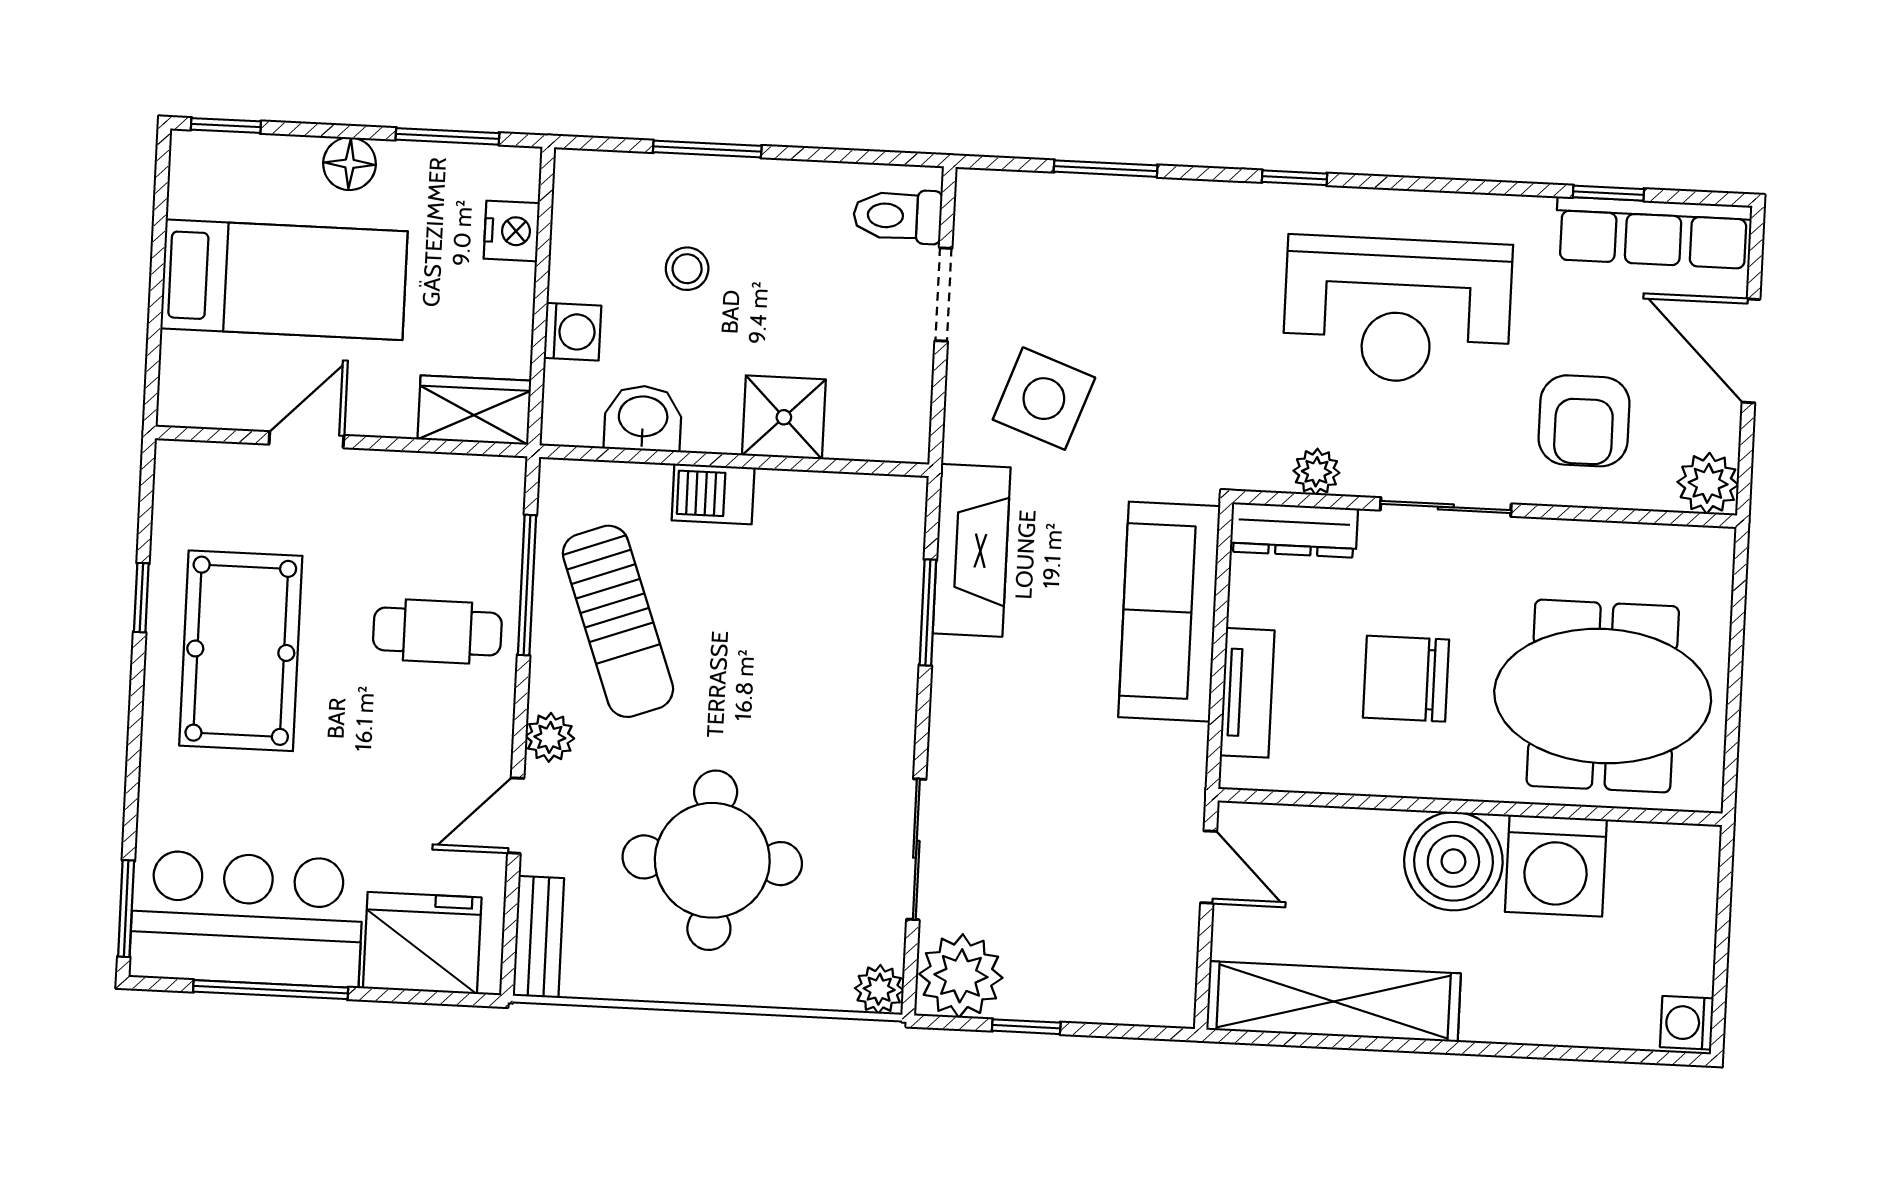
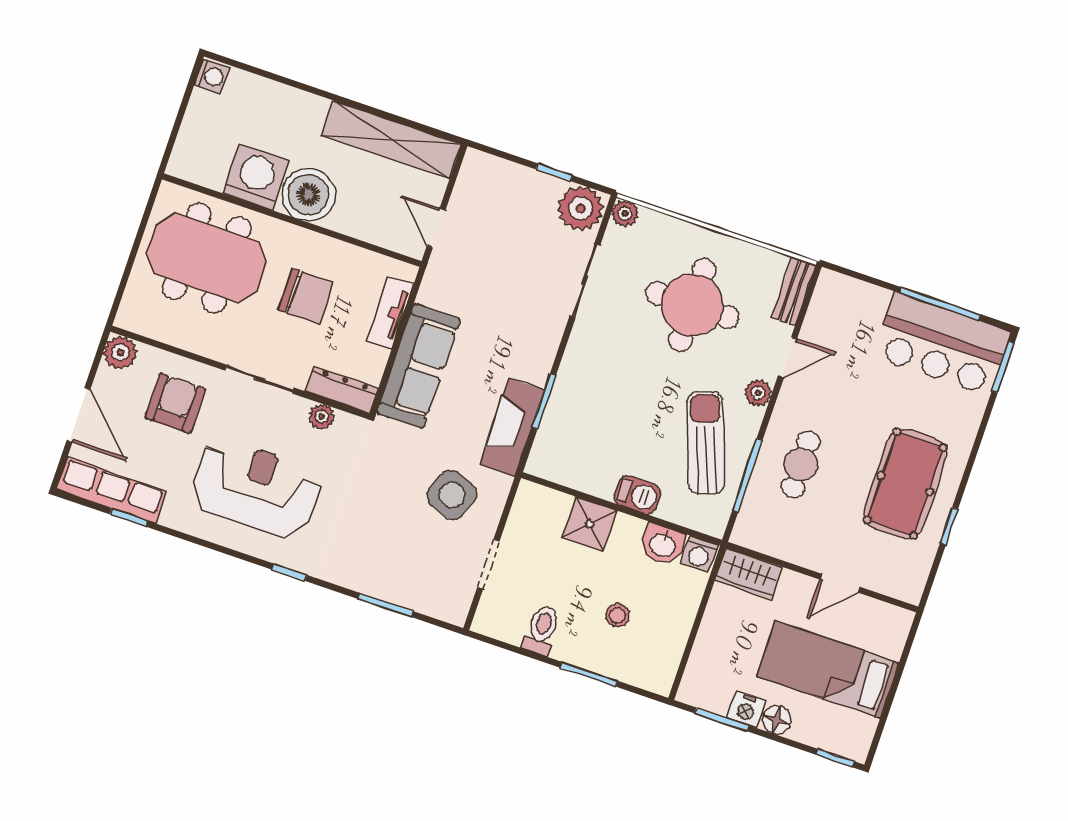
toilet: (898, 216) -> (542, 630), moved, turned -90
nightstand: (512, 231) -> (746, 709), moved, turned -90
washing machine: (573, 332) -> (699, 554), moved, turned -90
cafe table: (437, 632) -> (801, 464), turned 90
fridge: (422, 943) -> (855, 305), removed

